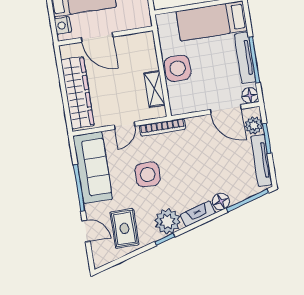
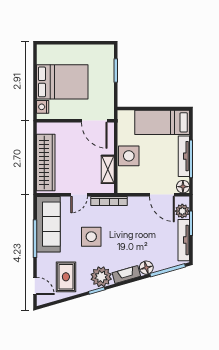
door: (97, 37) -> (94, 121), moved
door: (86, 231) -> (35, 286), moved

